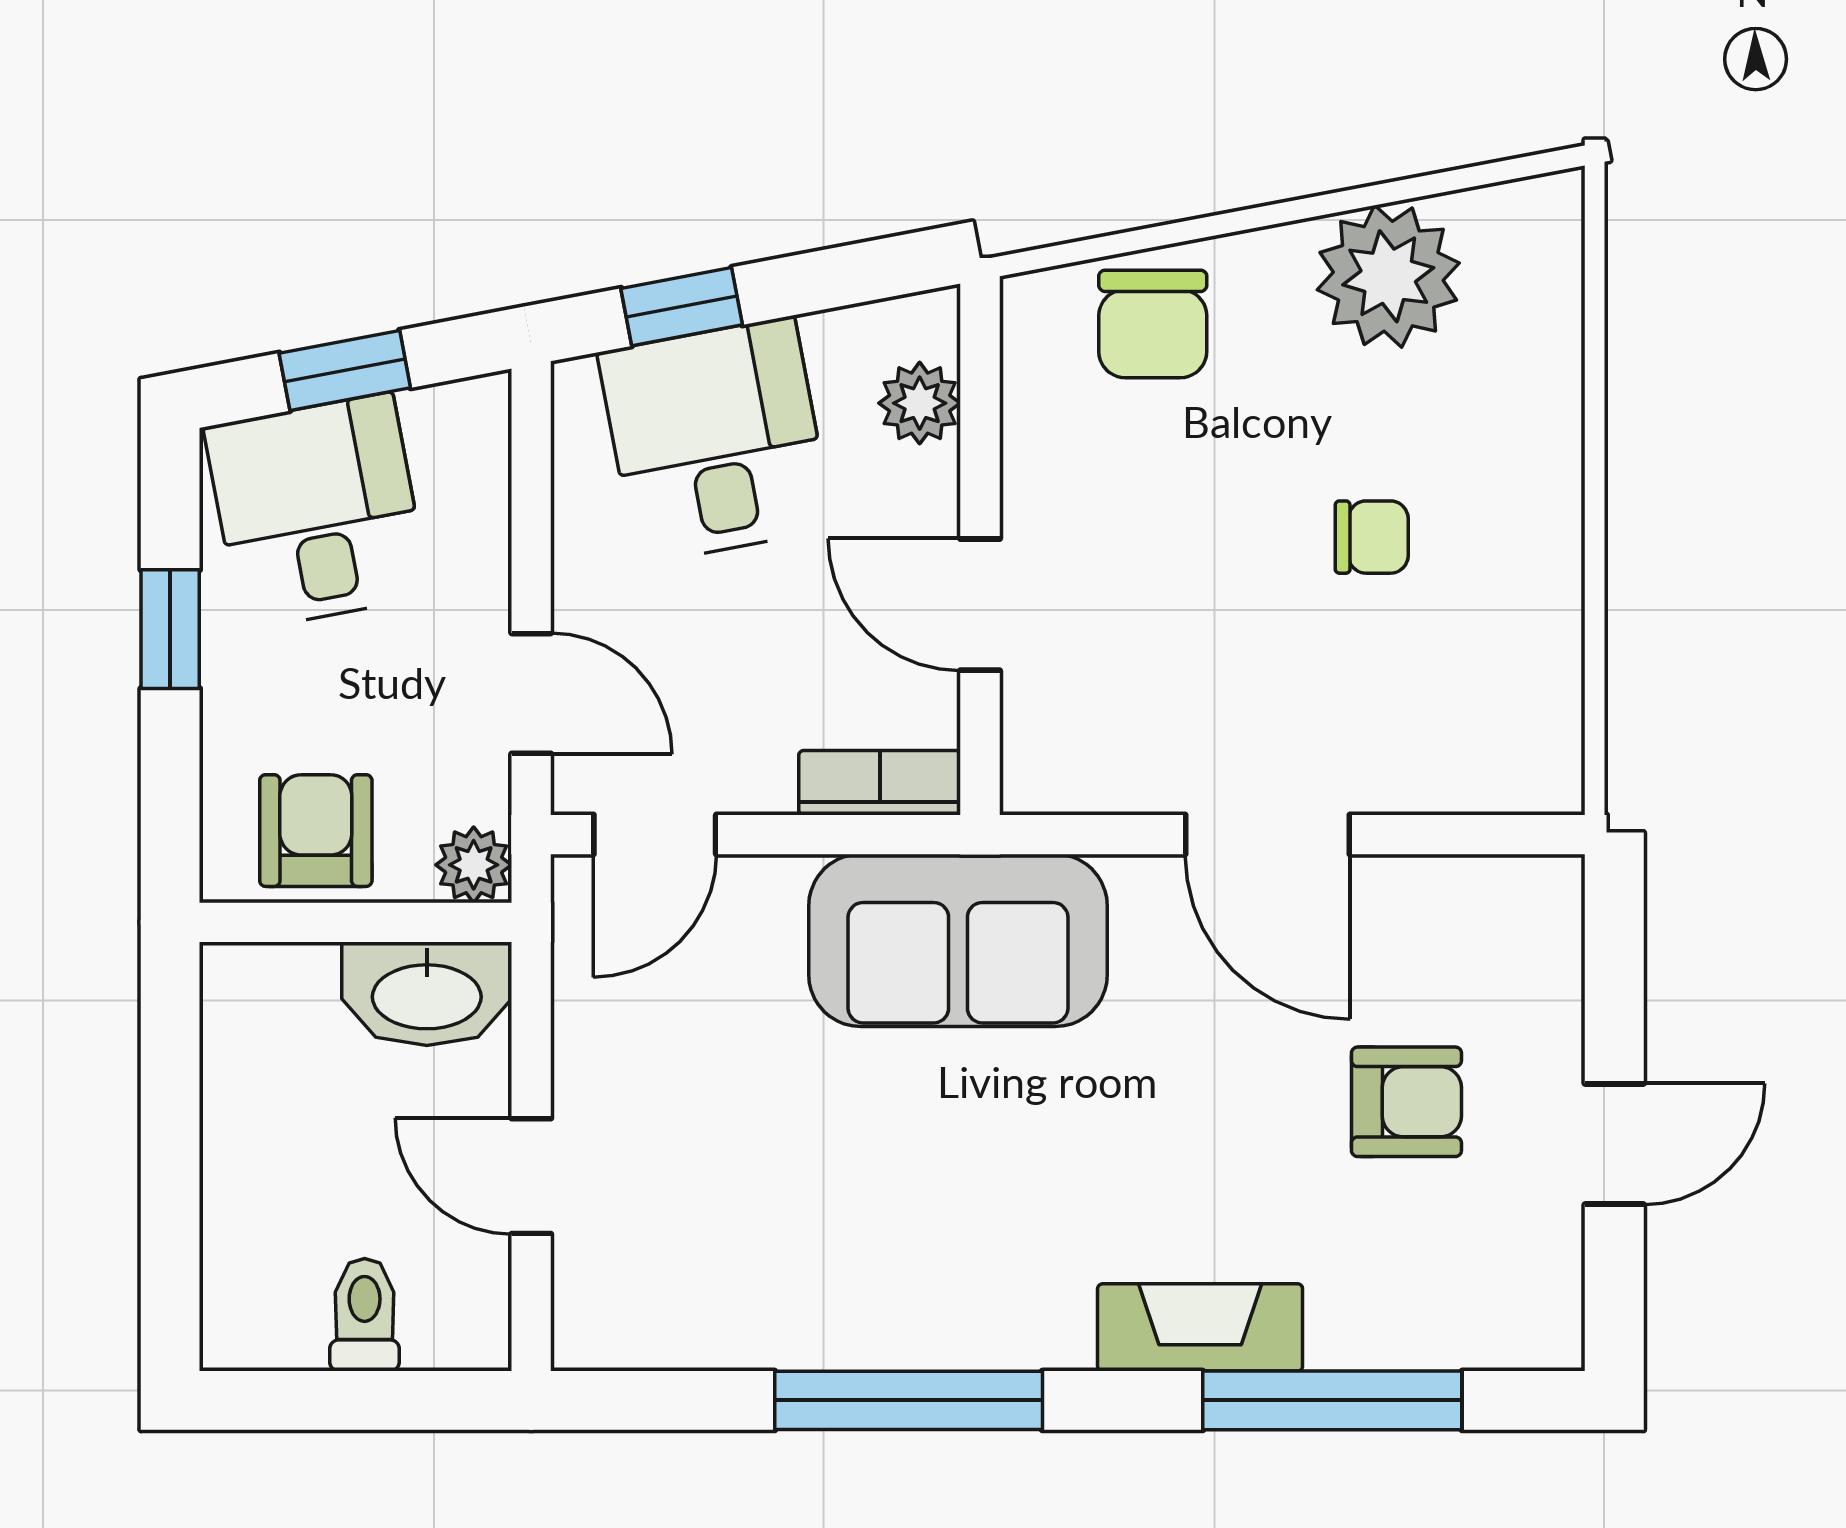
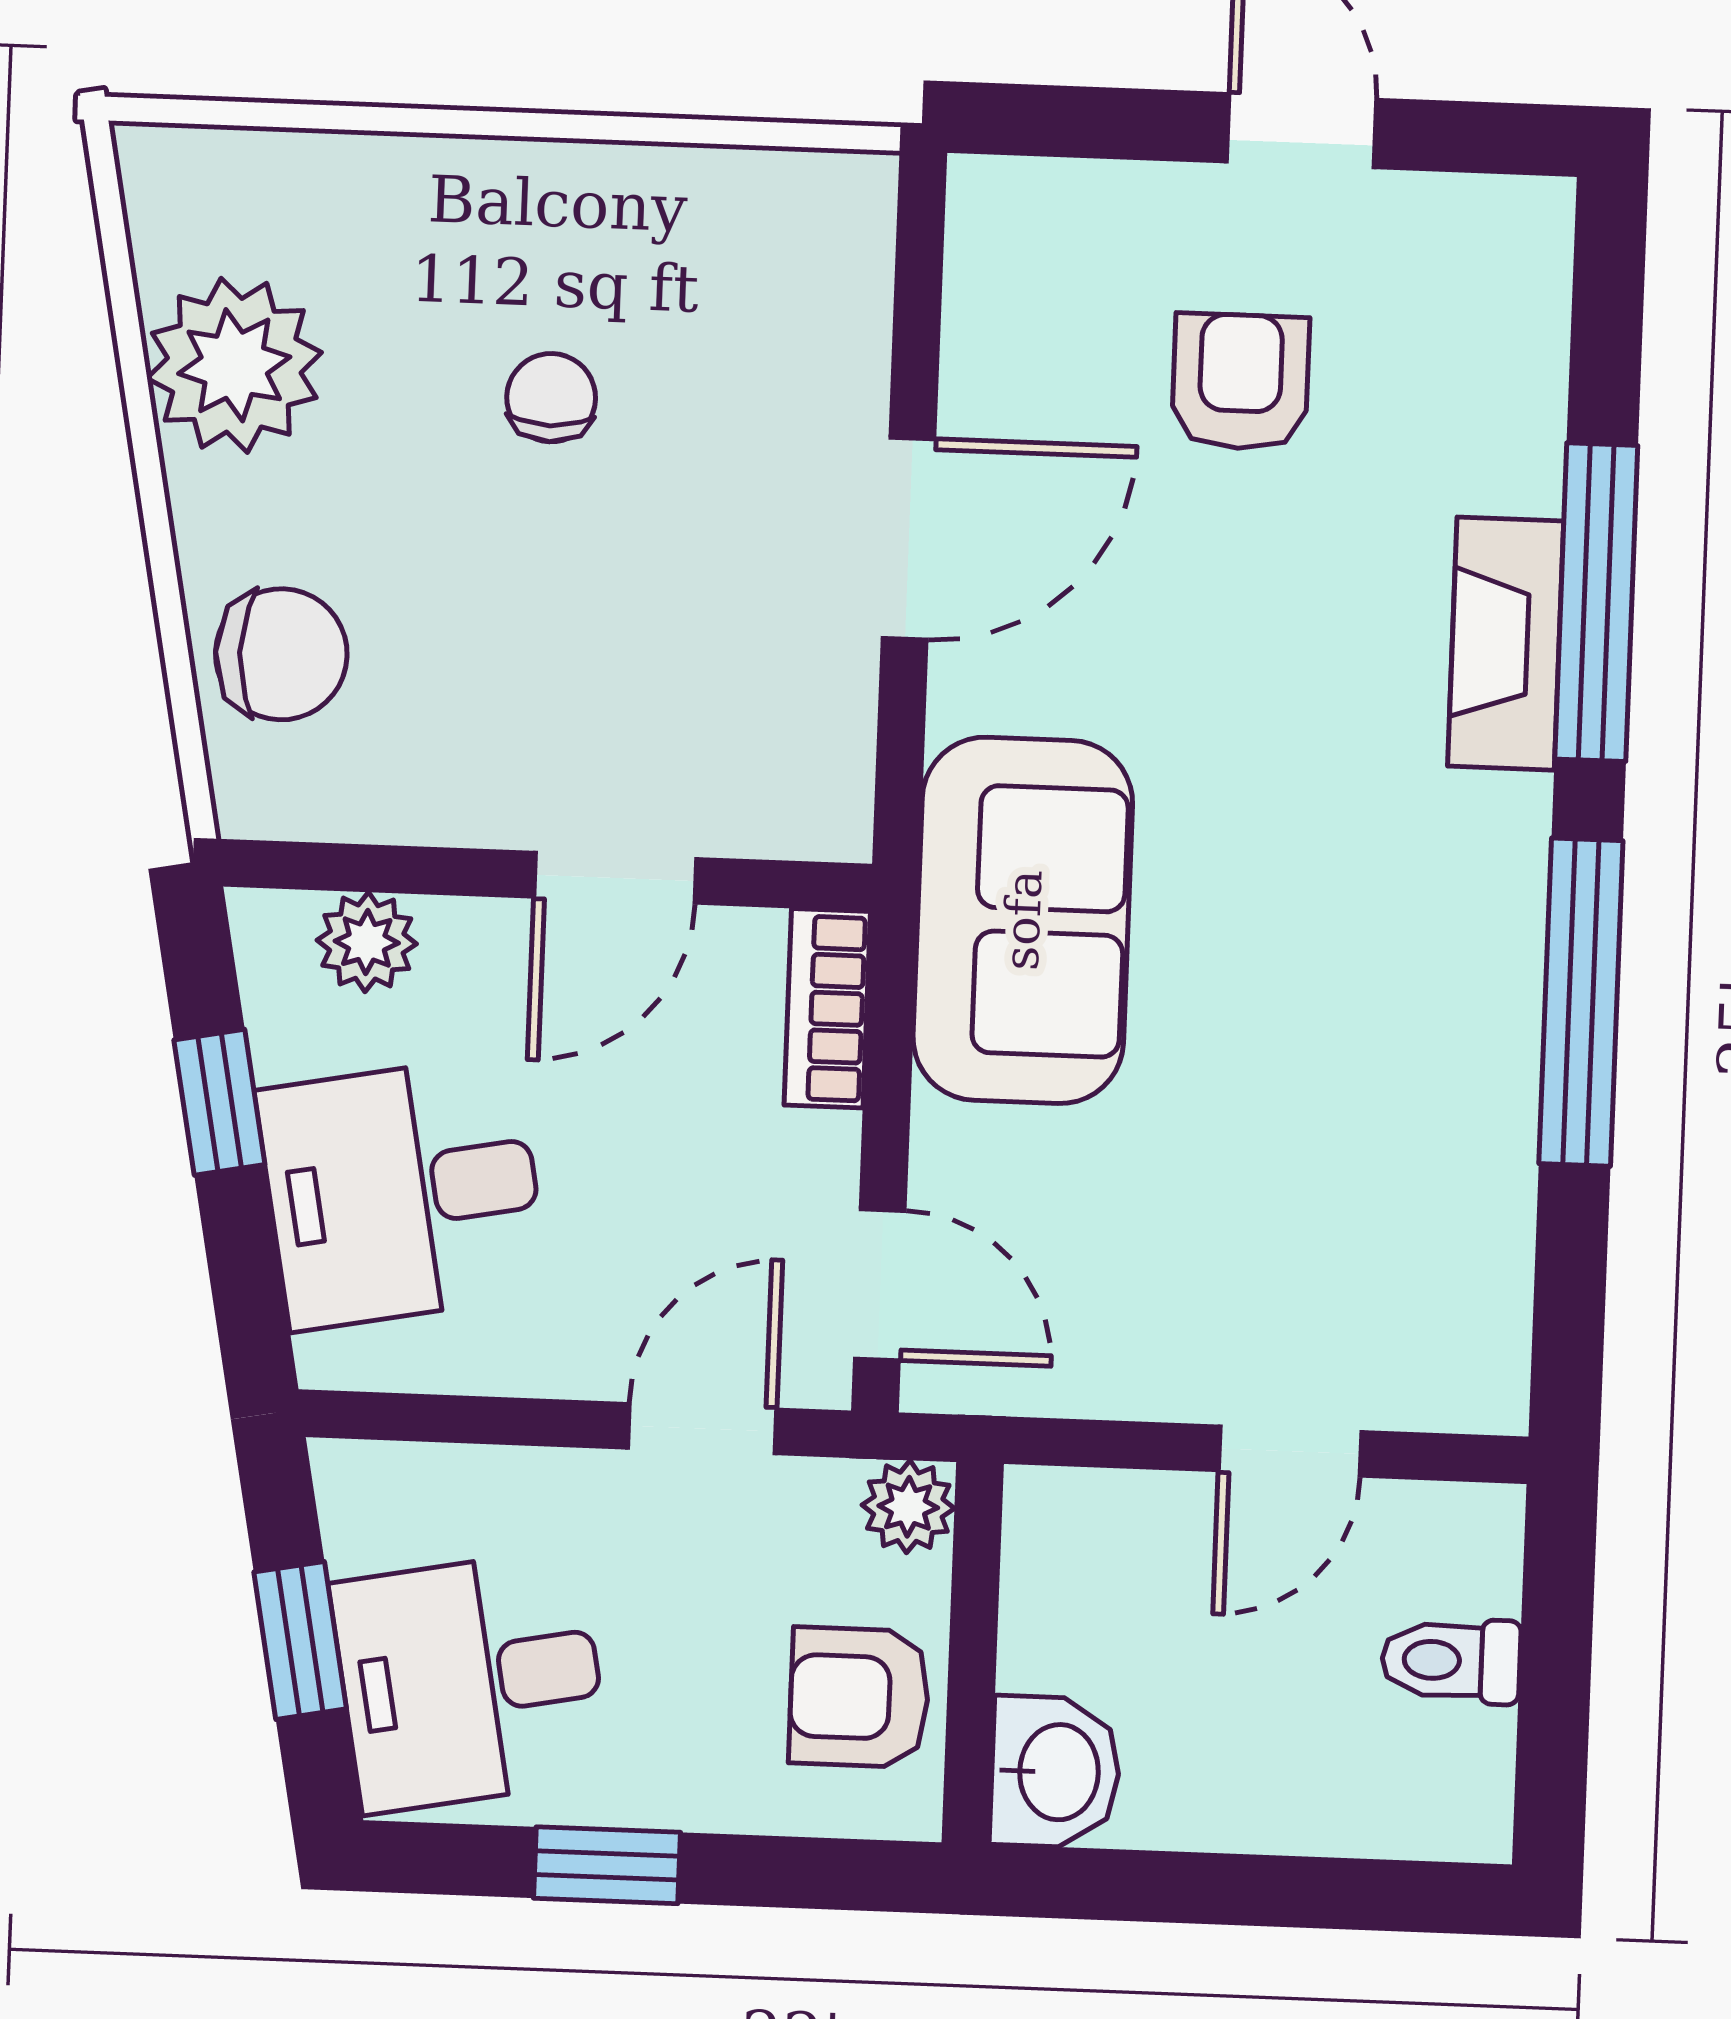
window: (682, 307) -> (219, 1102), moved
washbasin: (427, 994) -> (1055, 1772), moved, width x0.72
window: (1332, 1400) -> (1596, 602), moved

